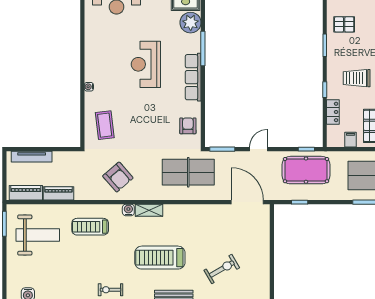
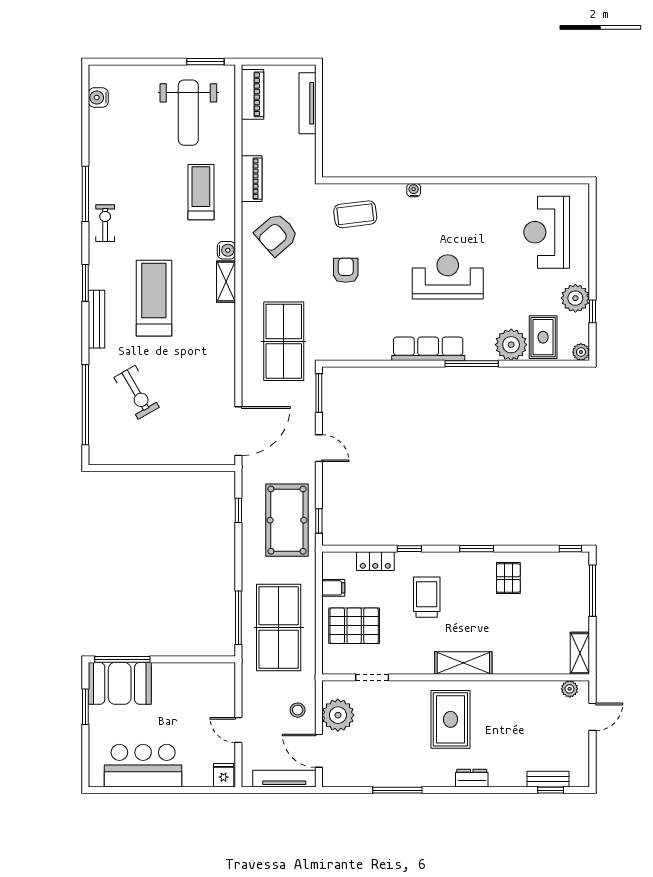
armchair: (188, 126) -> (346, 270), moved, turned -90
piano: (58, 193) -> (252, 179), moved

